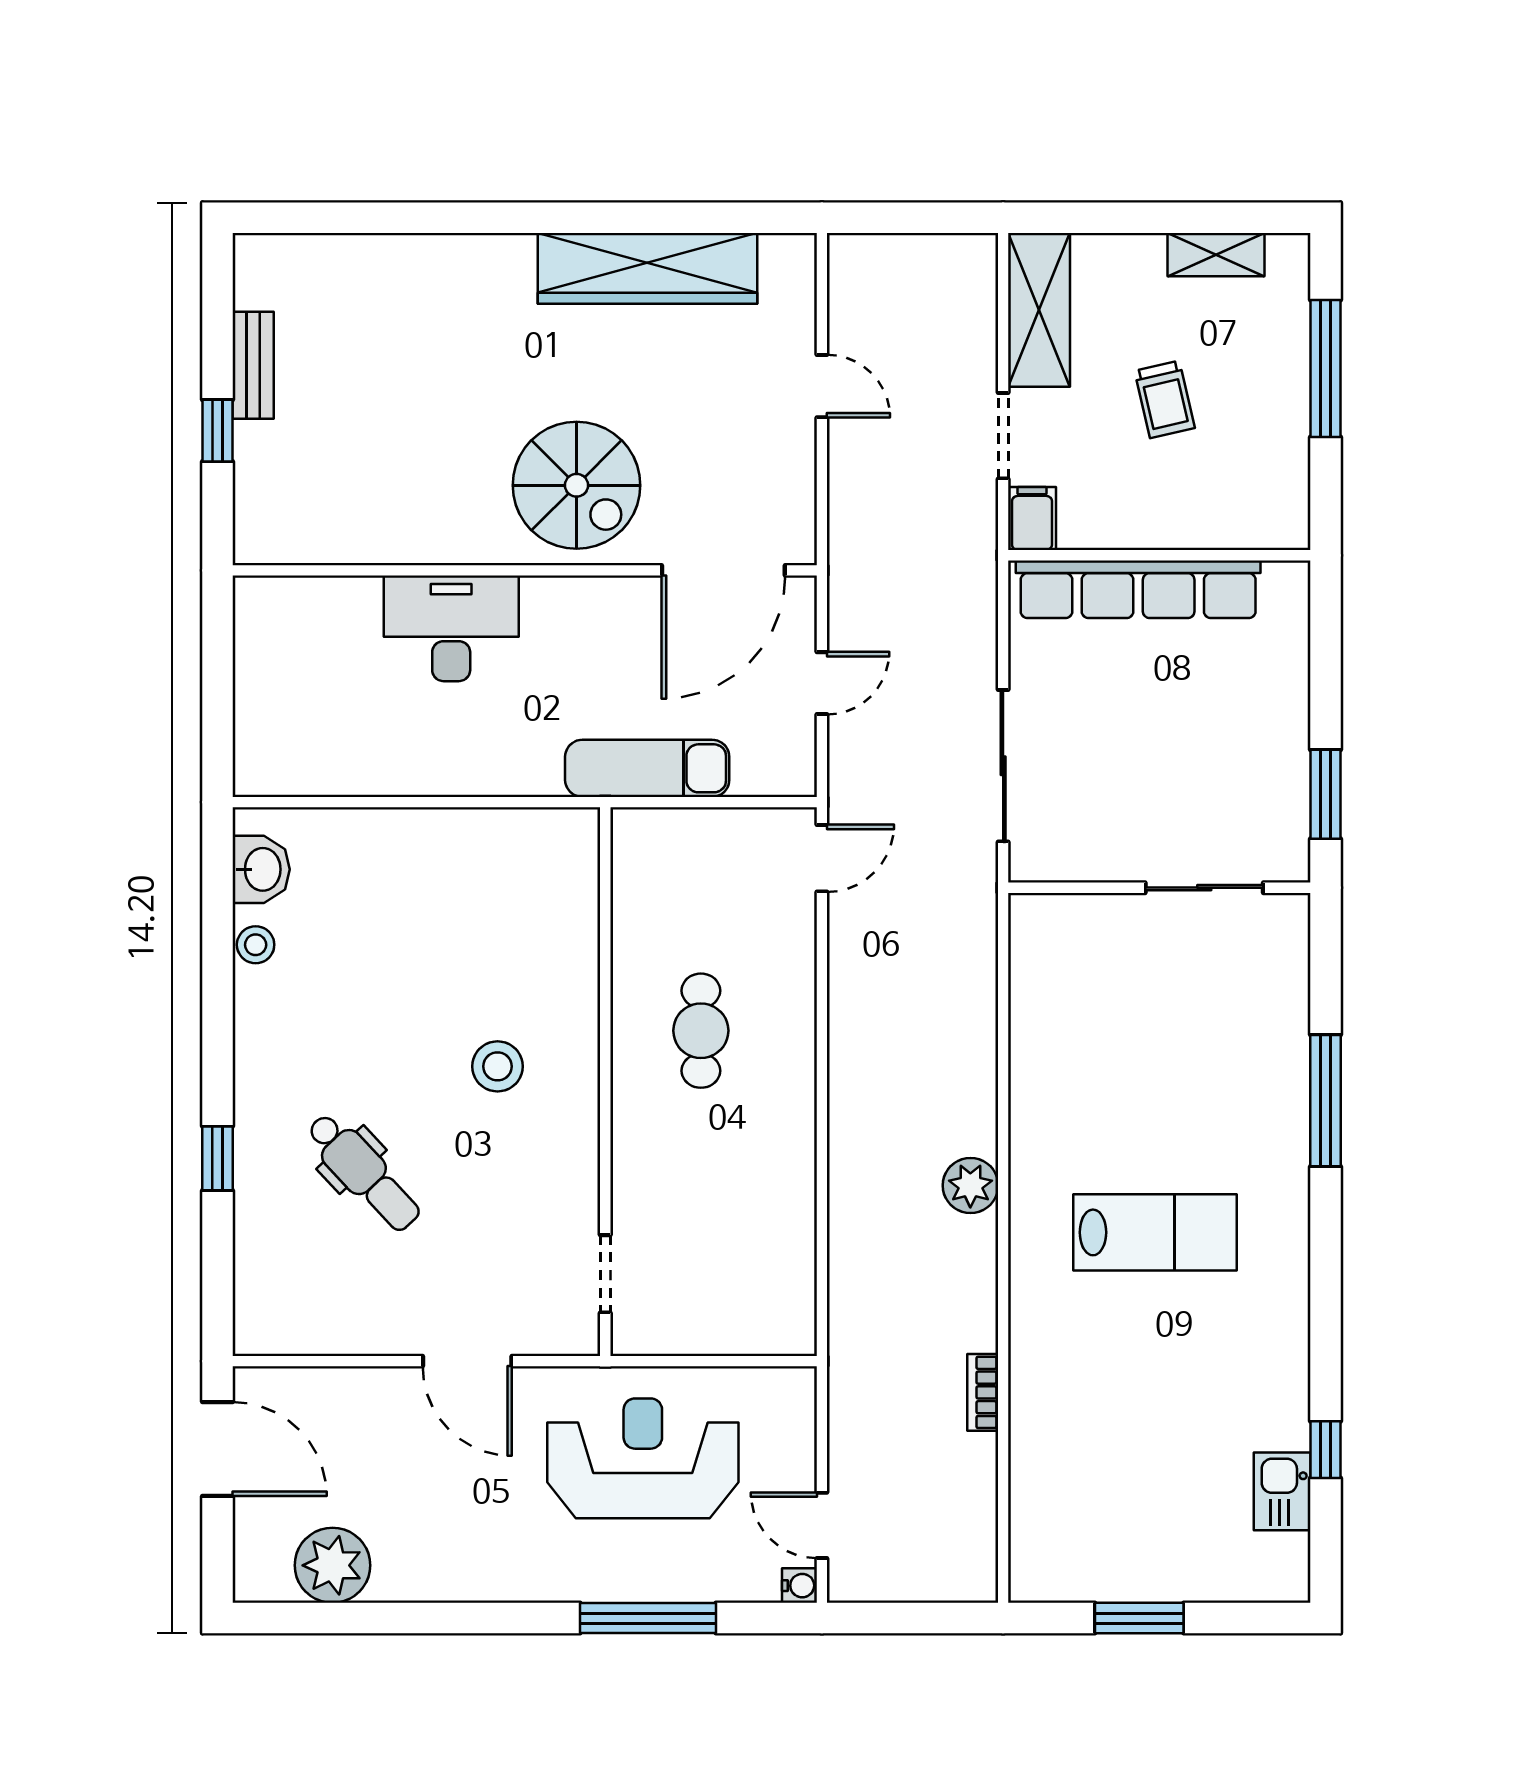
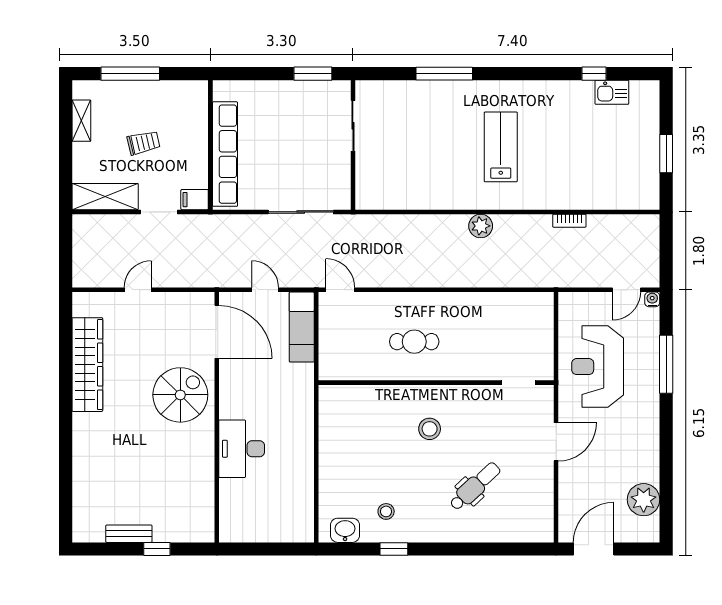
exam couch: (647, 768) -> (302, 327), moved
stool: (256, 945) -> (386, 511), moved
window: (217, 1158) -> (394, 549), moved

